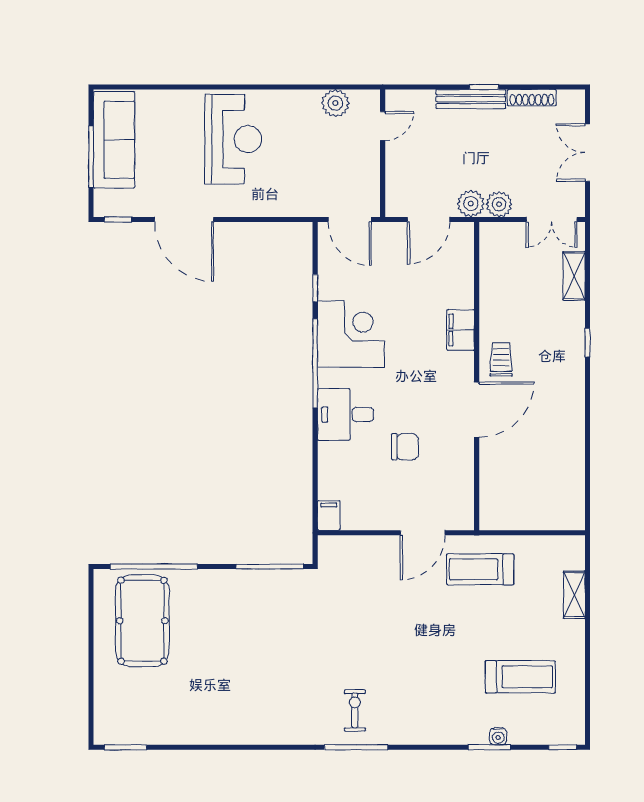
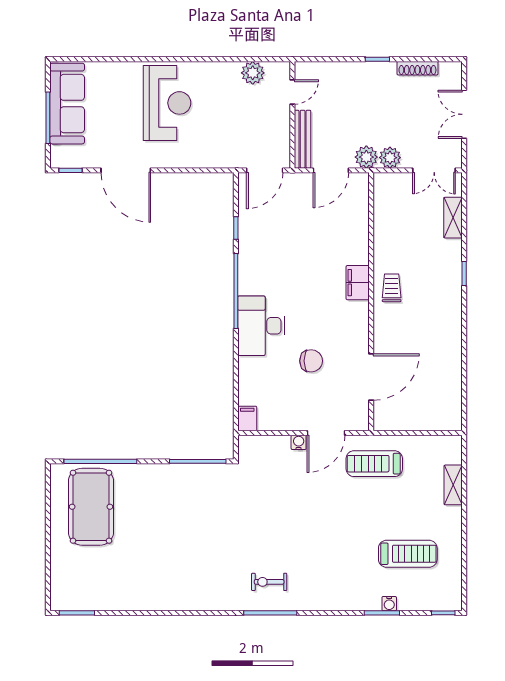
bench: (471, 99) -> (303, 139), moved, turned 90
door: (350, 219) -> (265, 170), hinge flipped
filing cabinet: (461, 330) -> (358, 283), moved
corner desk: (351, 334) -> (266, 266), removed
door: (477, 410) -> (371, 377), moved
desk: (345, 415) -> (261, 326), width x1.37
water cooler: (390, 544) -> (299, 442), added
exercise bike: (355, 710) -> (269, 582), turned -90

